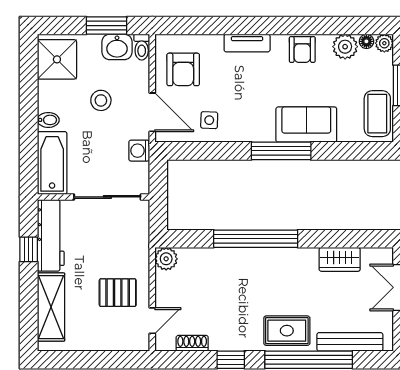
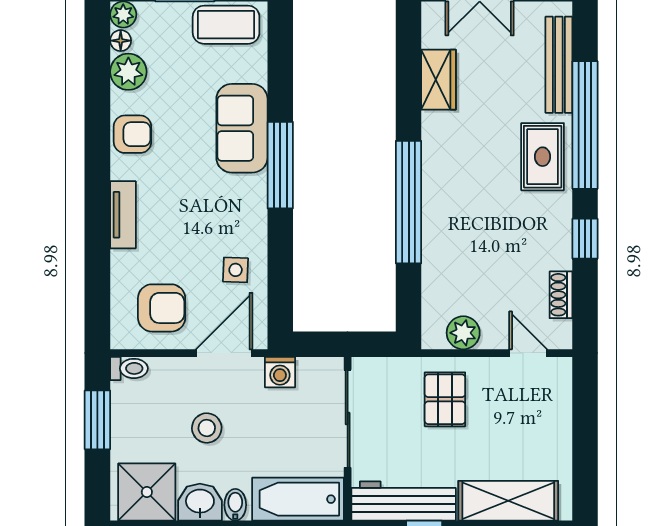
washbasin: (117, 47) -> (200, 502), moved, turned -90
plant: (166, 259) -> (463, 333), moved
pallet: (118, 293) -> (445, 399), moved

